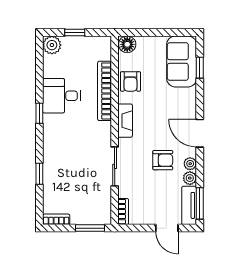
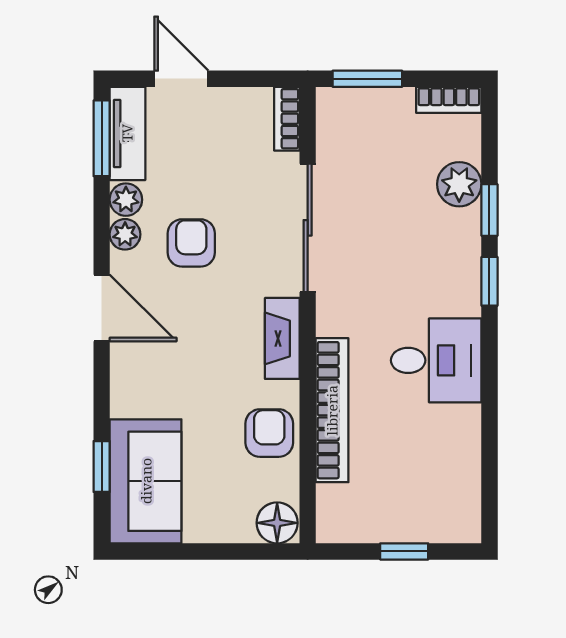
plant: (52, 45) -> (459, 184), moved
desk: (61, 96) -> (436, 360), moved
window: (39, 113) -> (489, 281), moved
armchair: (163, 160) -> (191, 243), turned 90
sliding door: (115, 166) -> (308, 228), width x1.37

